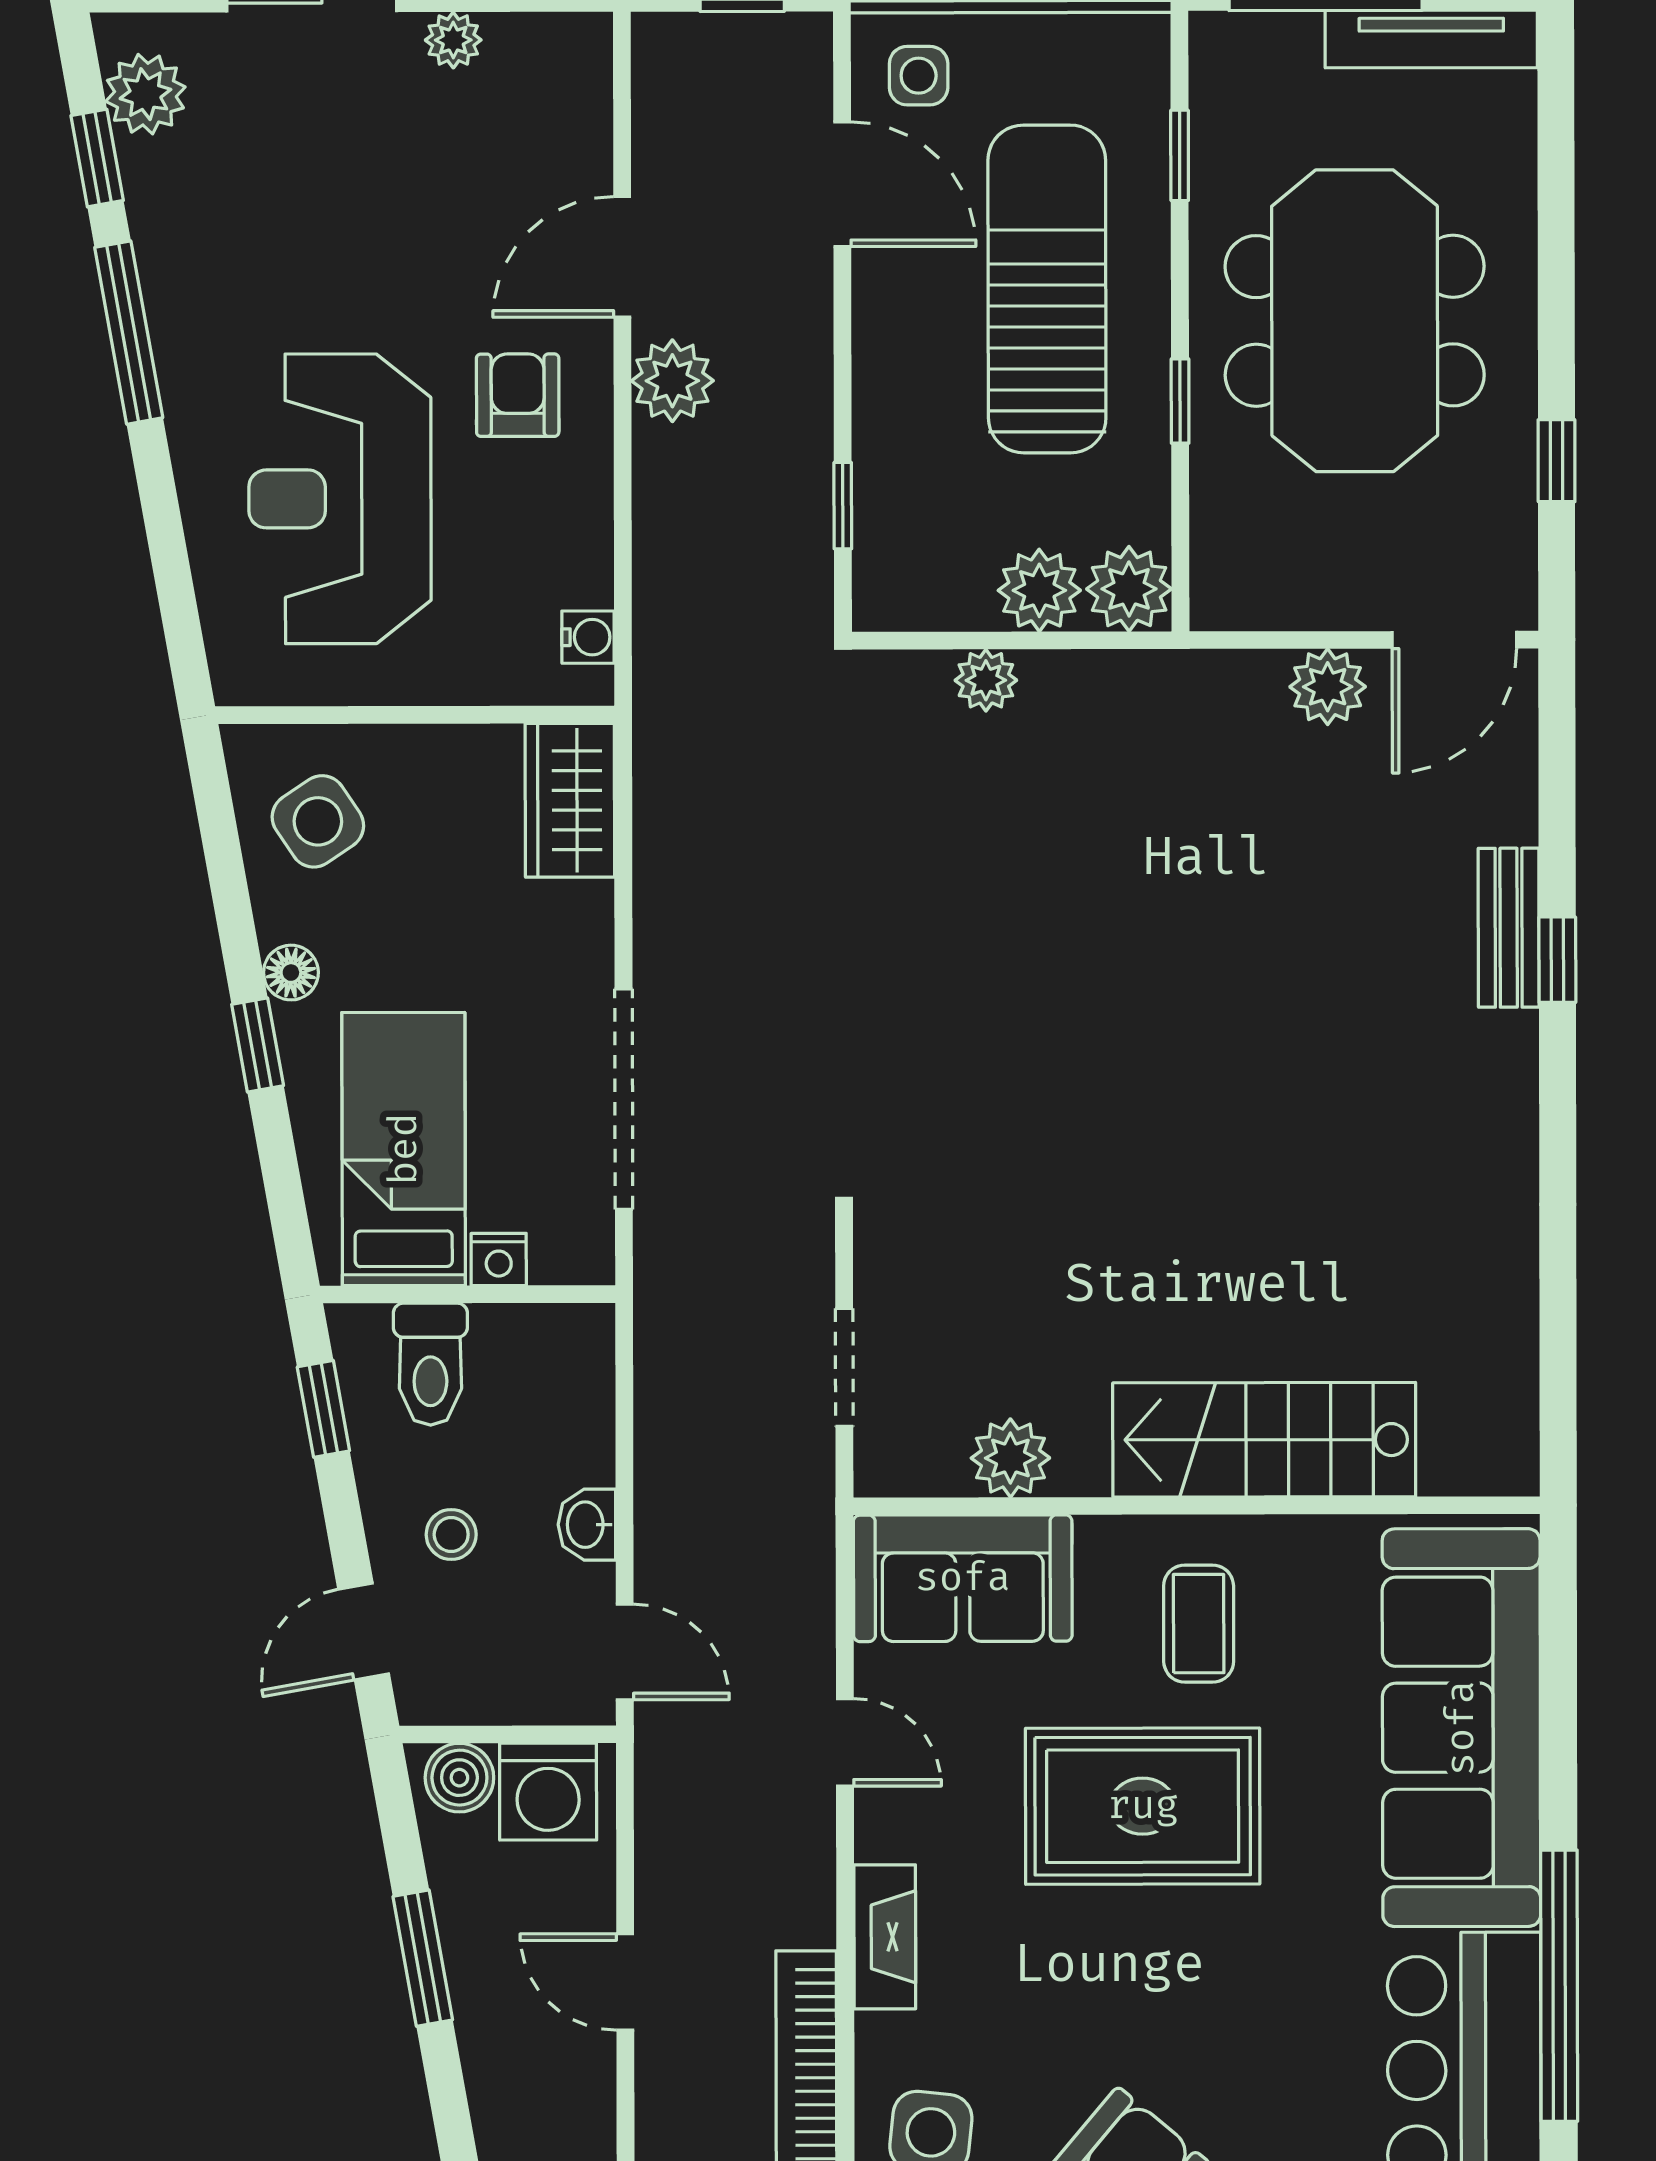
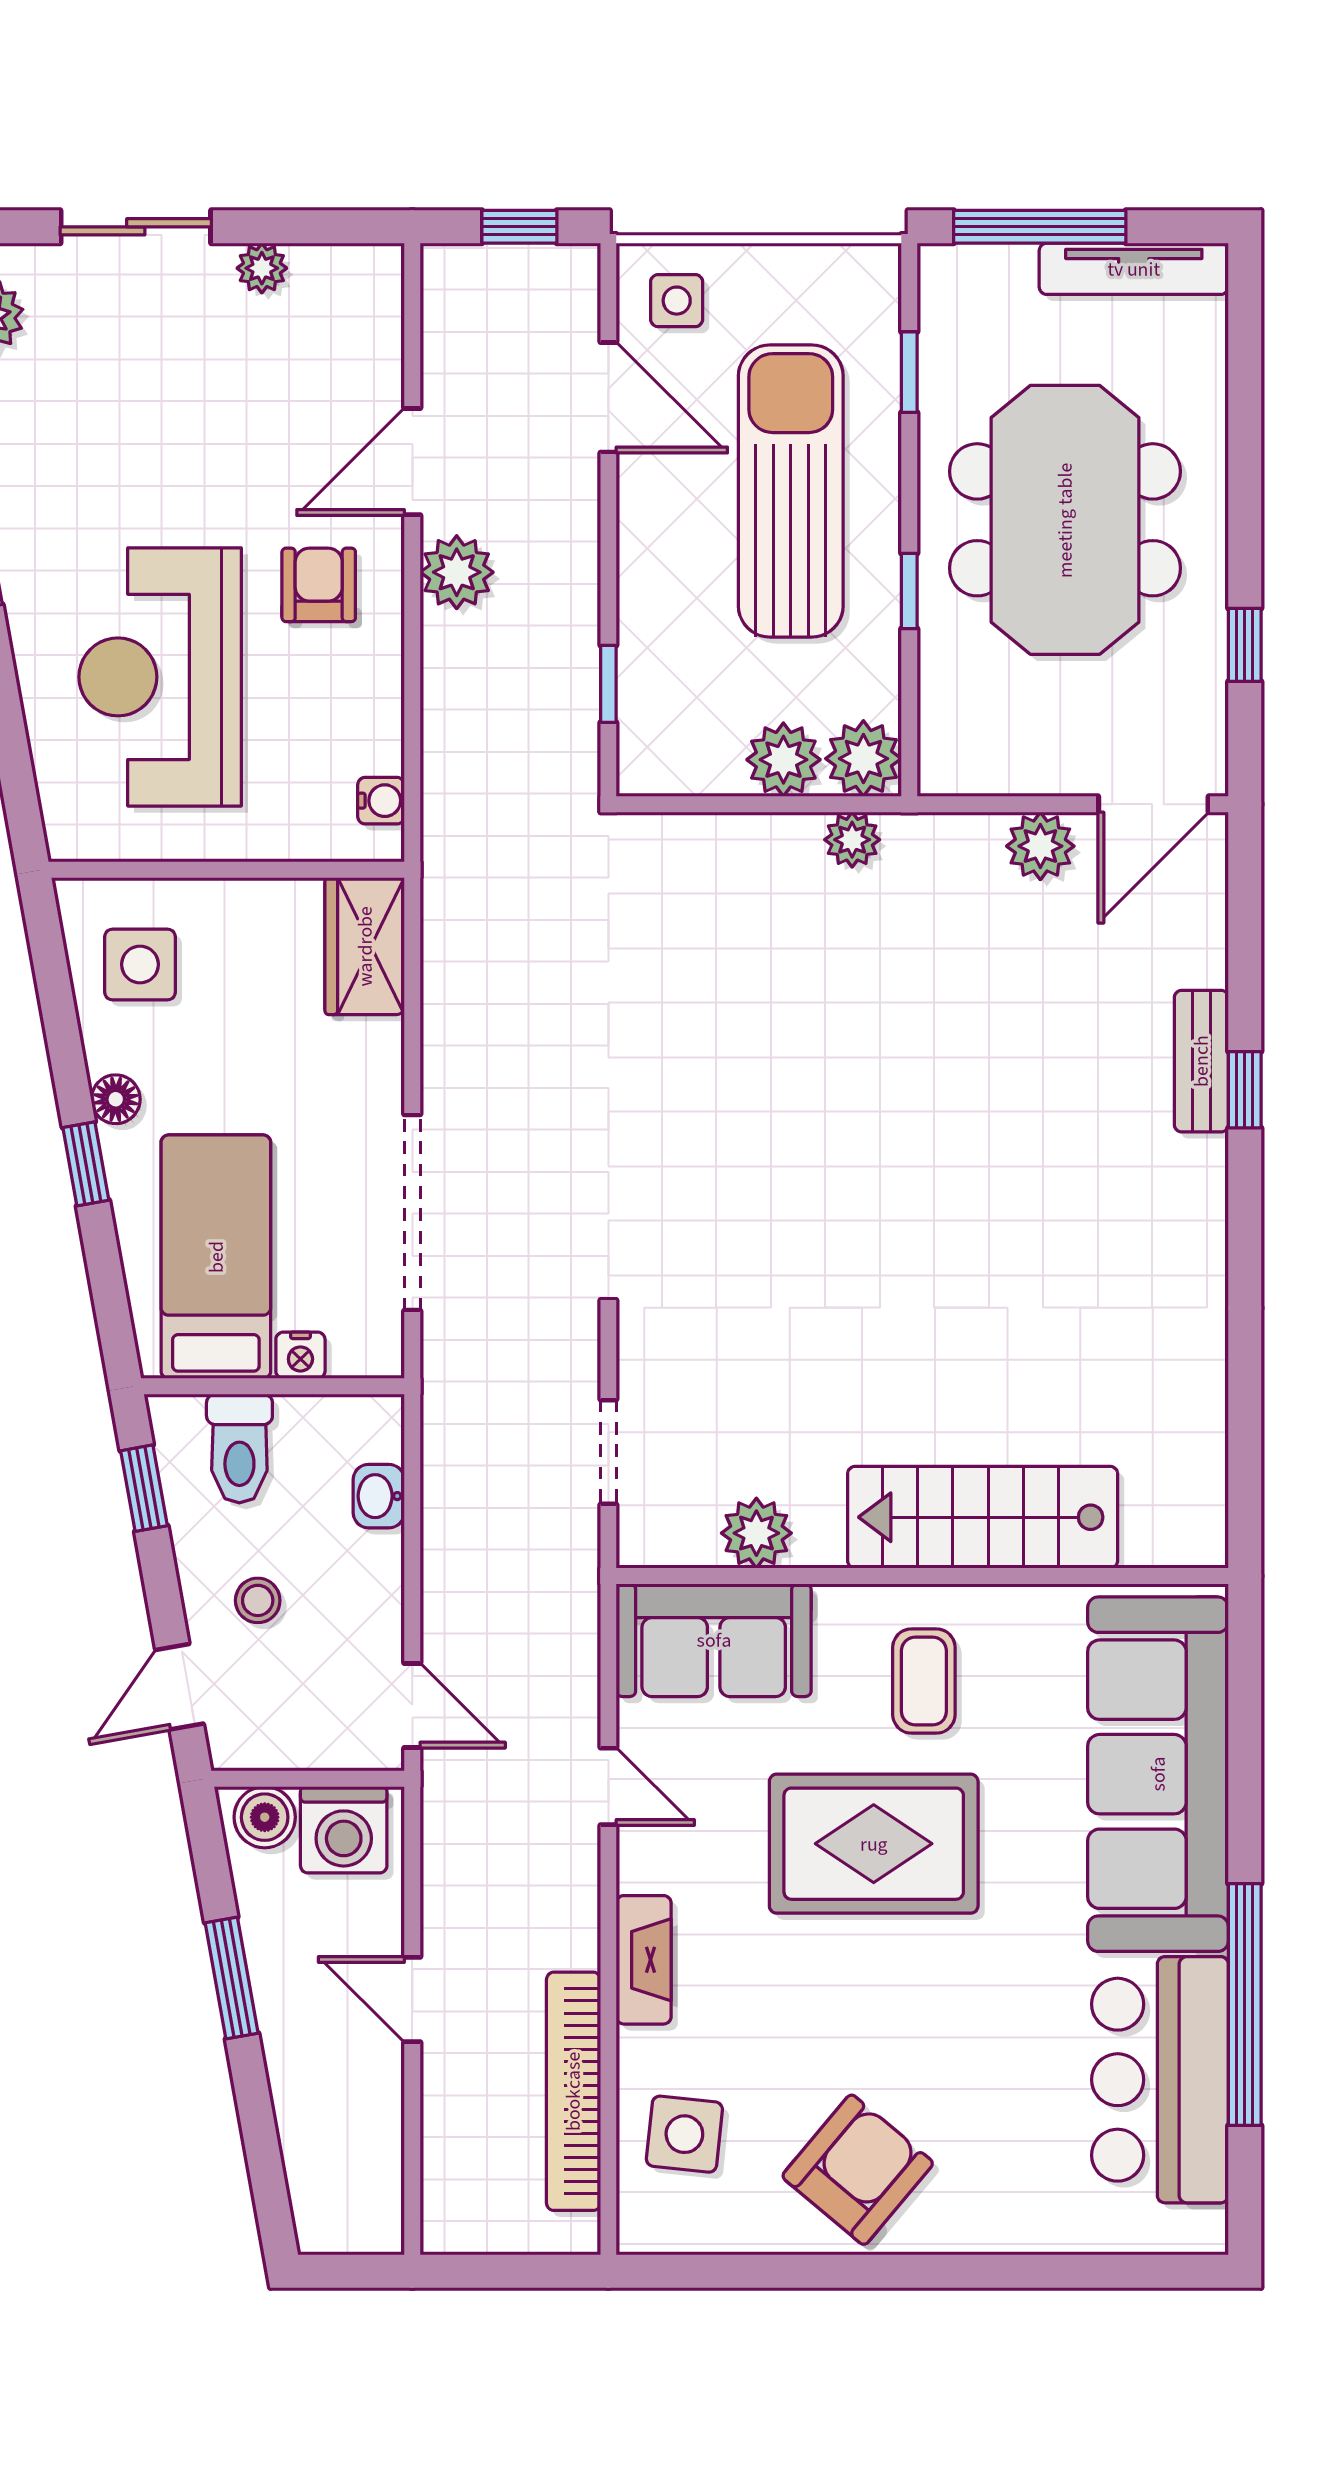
plant: (986, 680) -> (852, 840), moved
side table: (318, 821) -> (140, 964), turned 34
washbasin: (587, 1525) -> (379, 1496), moved

